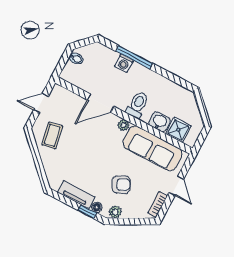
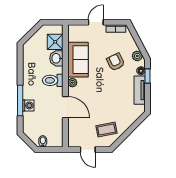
sofa: (153, 148) -> (78, 60), width x0.73

